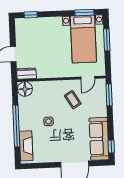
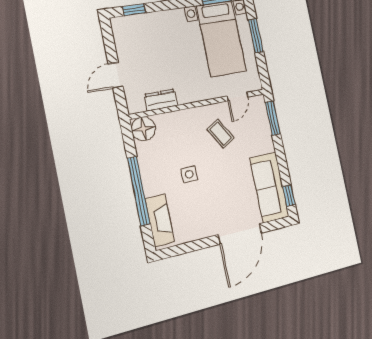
dresser: (27, 73) -> (161, 100), moved

